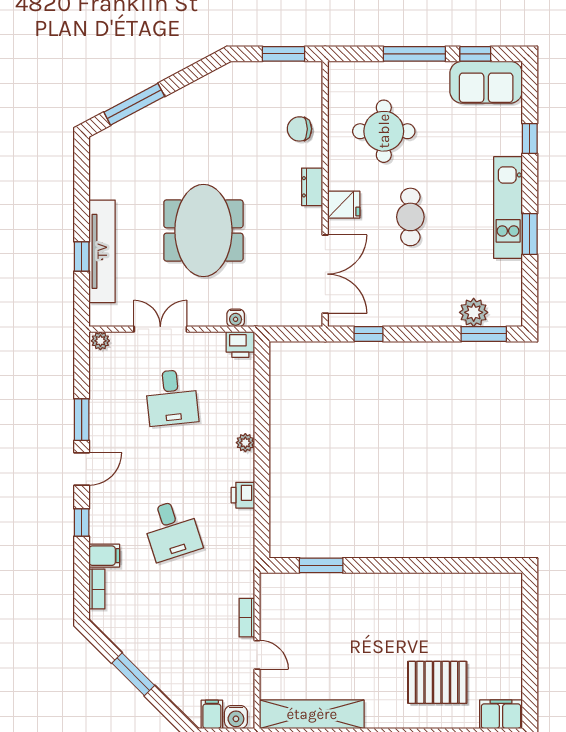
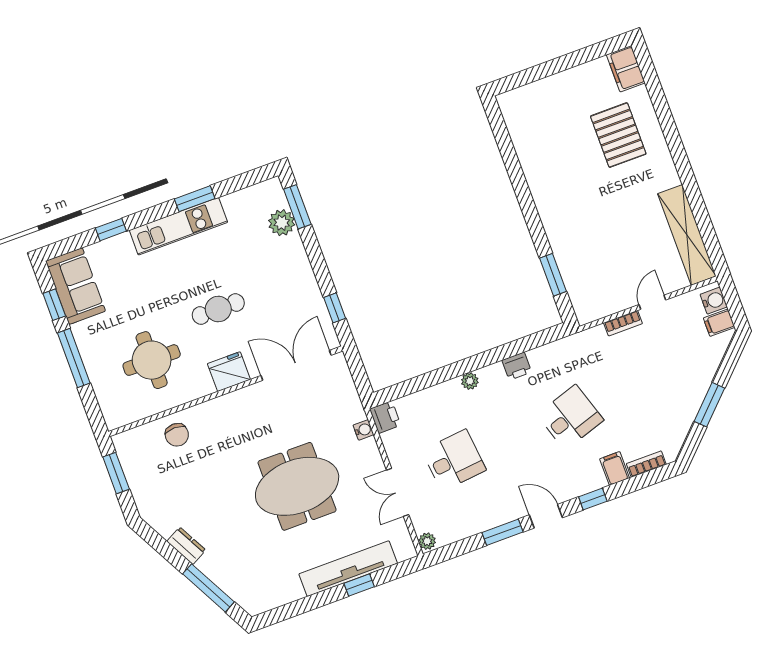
dresser: (312, 187) -> (186, 546), moved, turned -118
fridge: (344, 205) -> (229, 372), width x1.38

